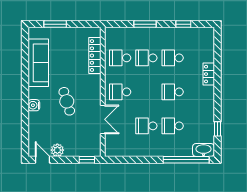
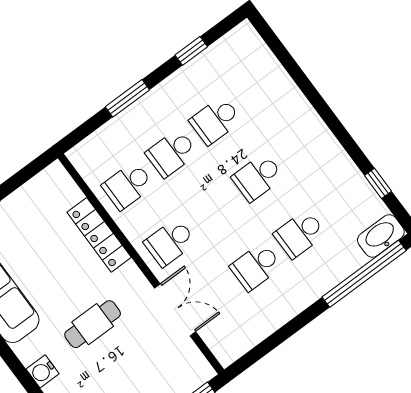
locker: (95, 56) -> (99, 235), moved
locker: (209, 74) -> (296, 103), removed
cafe table: (67, 101) -> (93, 324), turned -73

